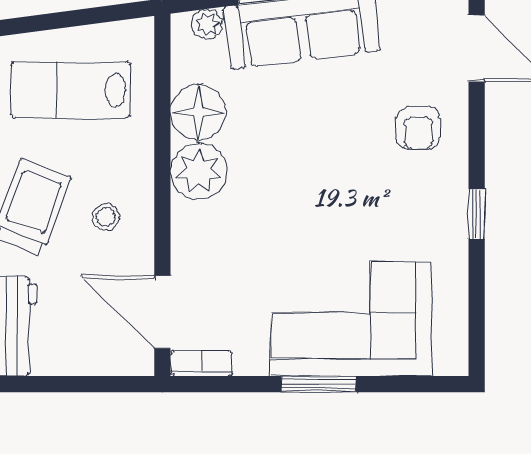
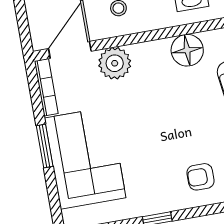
plant: (199, 171) -> (115, 63), moved
bookcase: (201, 364) -> (46, 87), width x1.56

